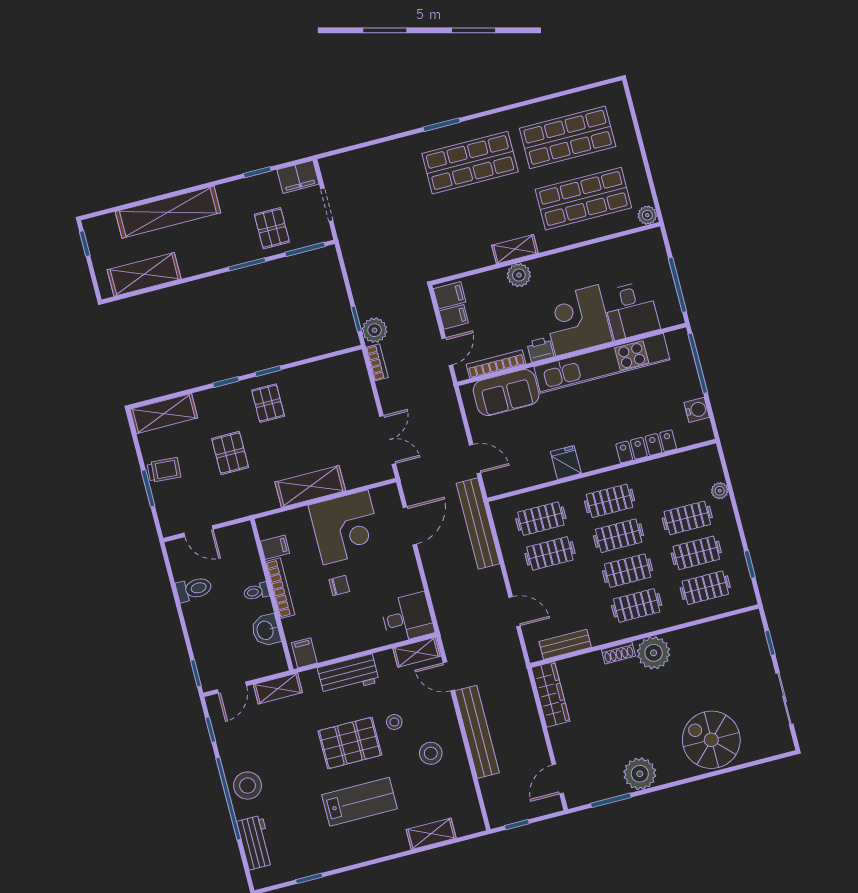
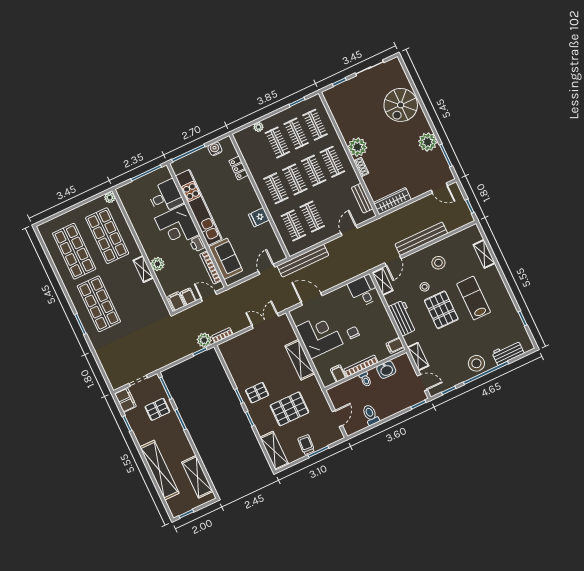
locker: (646, 446) -> (239, 168), width x0.66
pallet: (230, 453) -> (289, 409), width x1.50, depth x1.42

